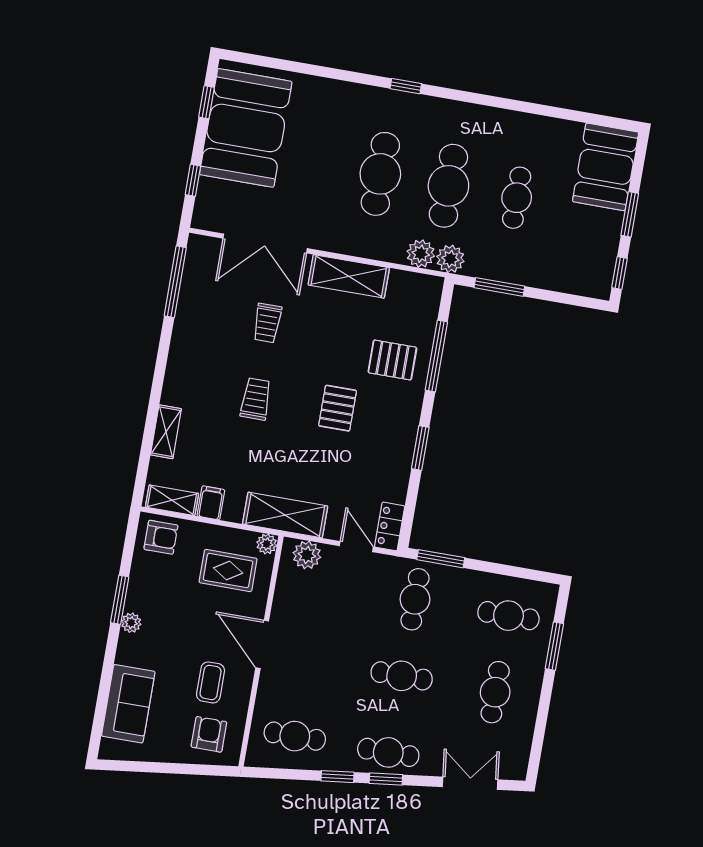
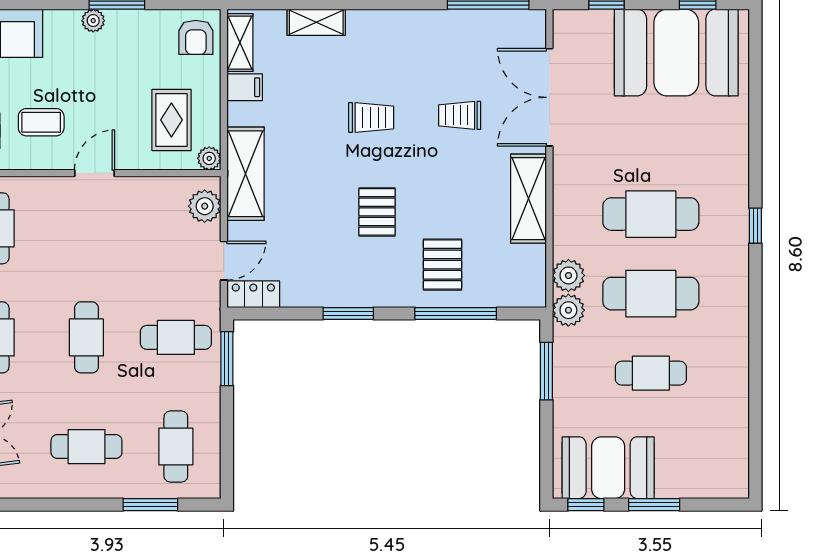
booth: (606, 167) -> (608, 468), moved
pallet: (338, 408) -> (377, 212), turned 90
door: (262, 644) -> (95, 173), width x0.73

